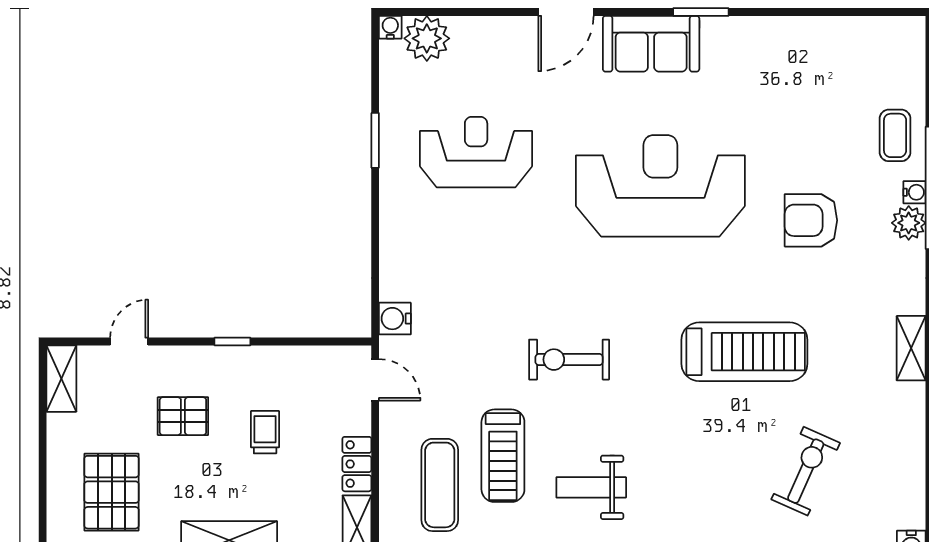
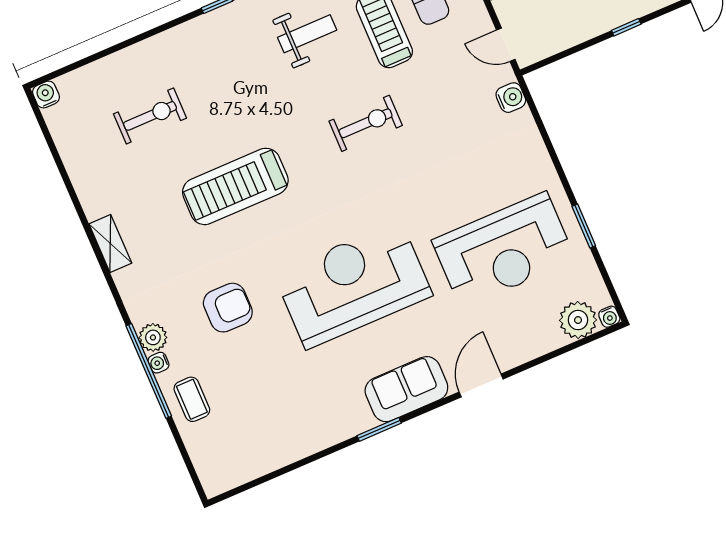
reception desk: (476, 152) -> (504, 250), width x1.36, depth x1.30
reception desk: (660, 186) -> (353, 285), turned 180
exercise bike: (806, 471) -> (150, 116), turned -114

